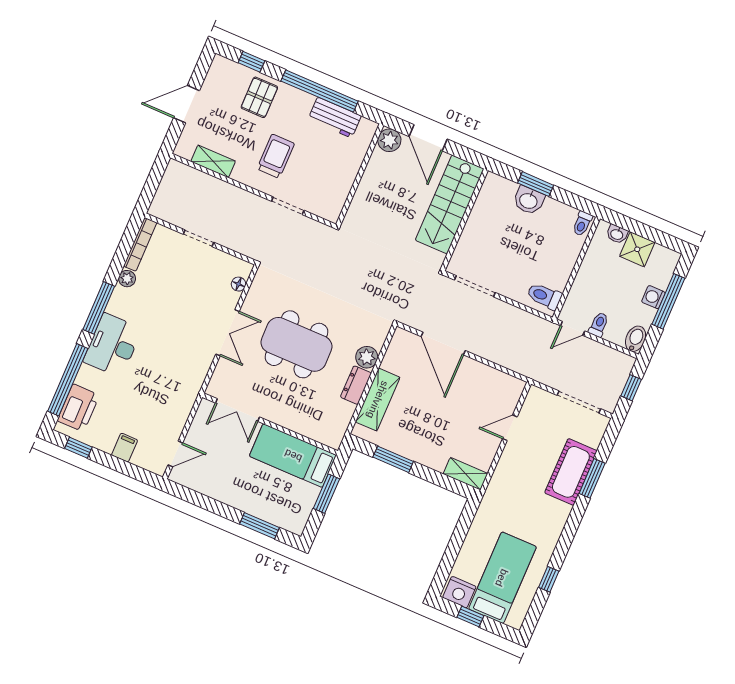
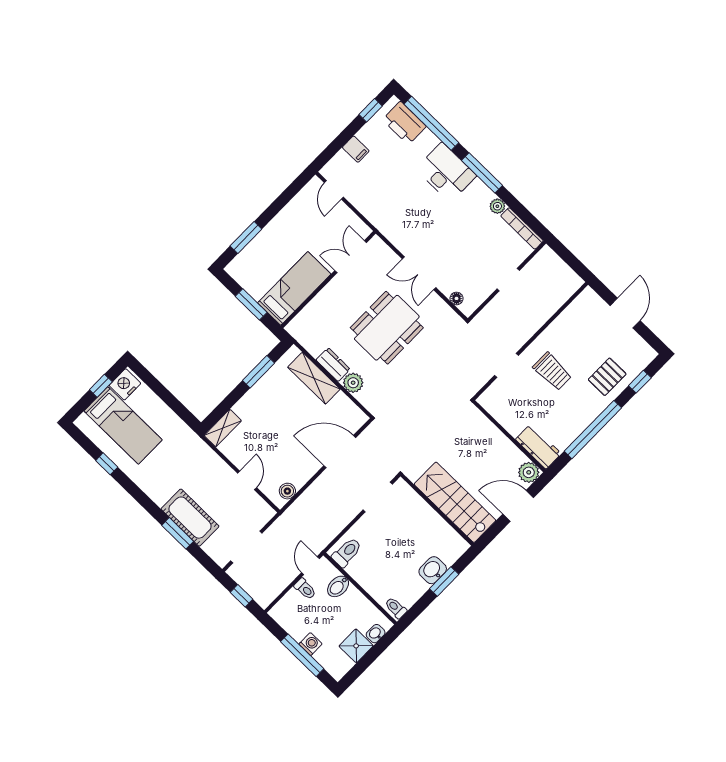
pallet: (259, 97) -> (607, 377), turned 90
workbench: (335, 118) -> (538, 447), moved, turned 90
shelving: (213, 161) -> (568, 317), removed
bidet: (636, 339) -> (338, 586), moved, turned 90
boiler: (505, 382) -> (287, 491), added

